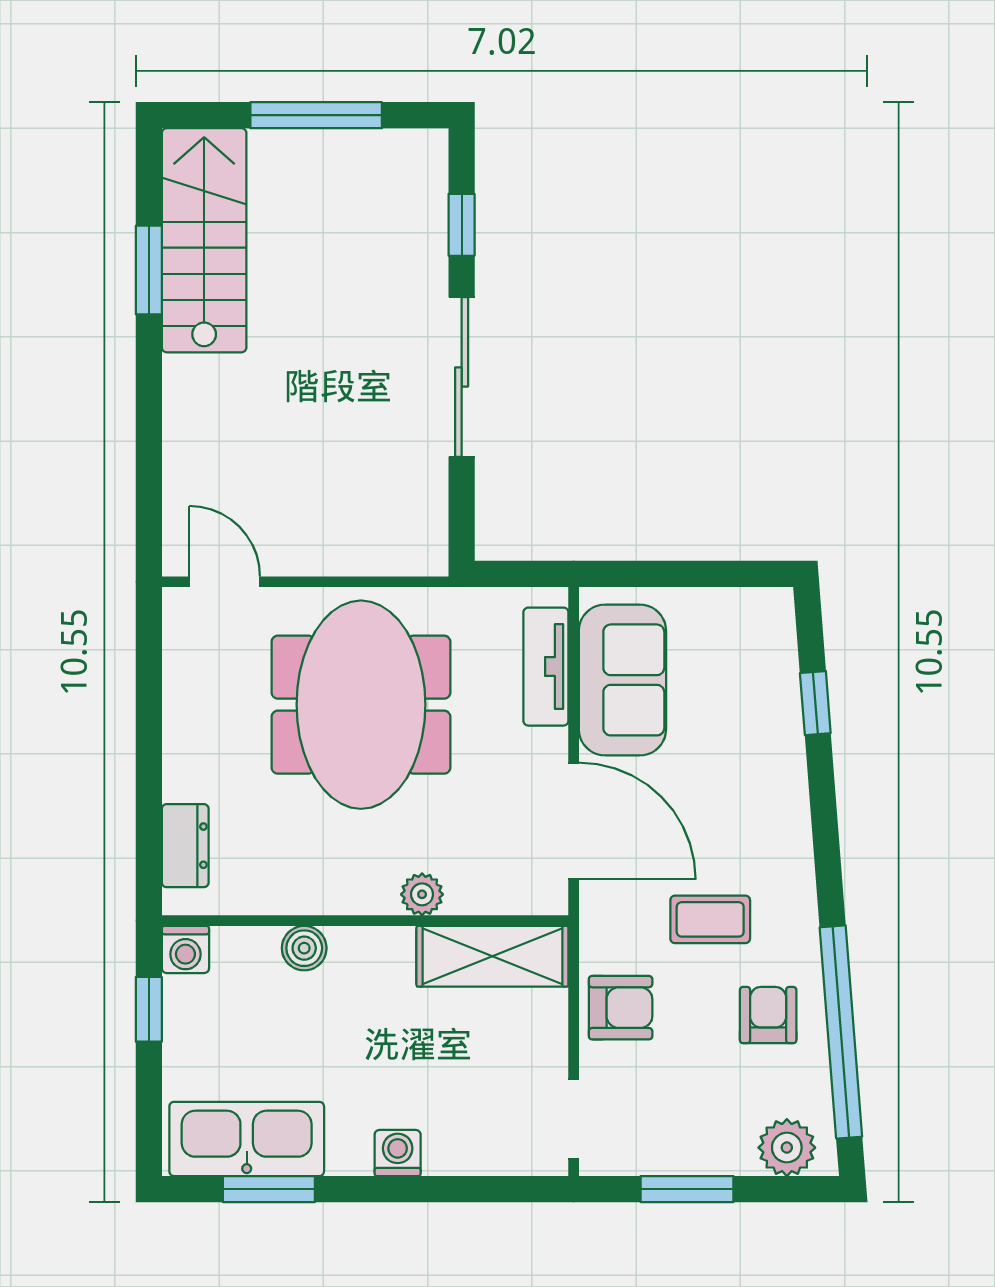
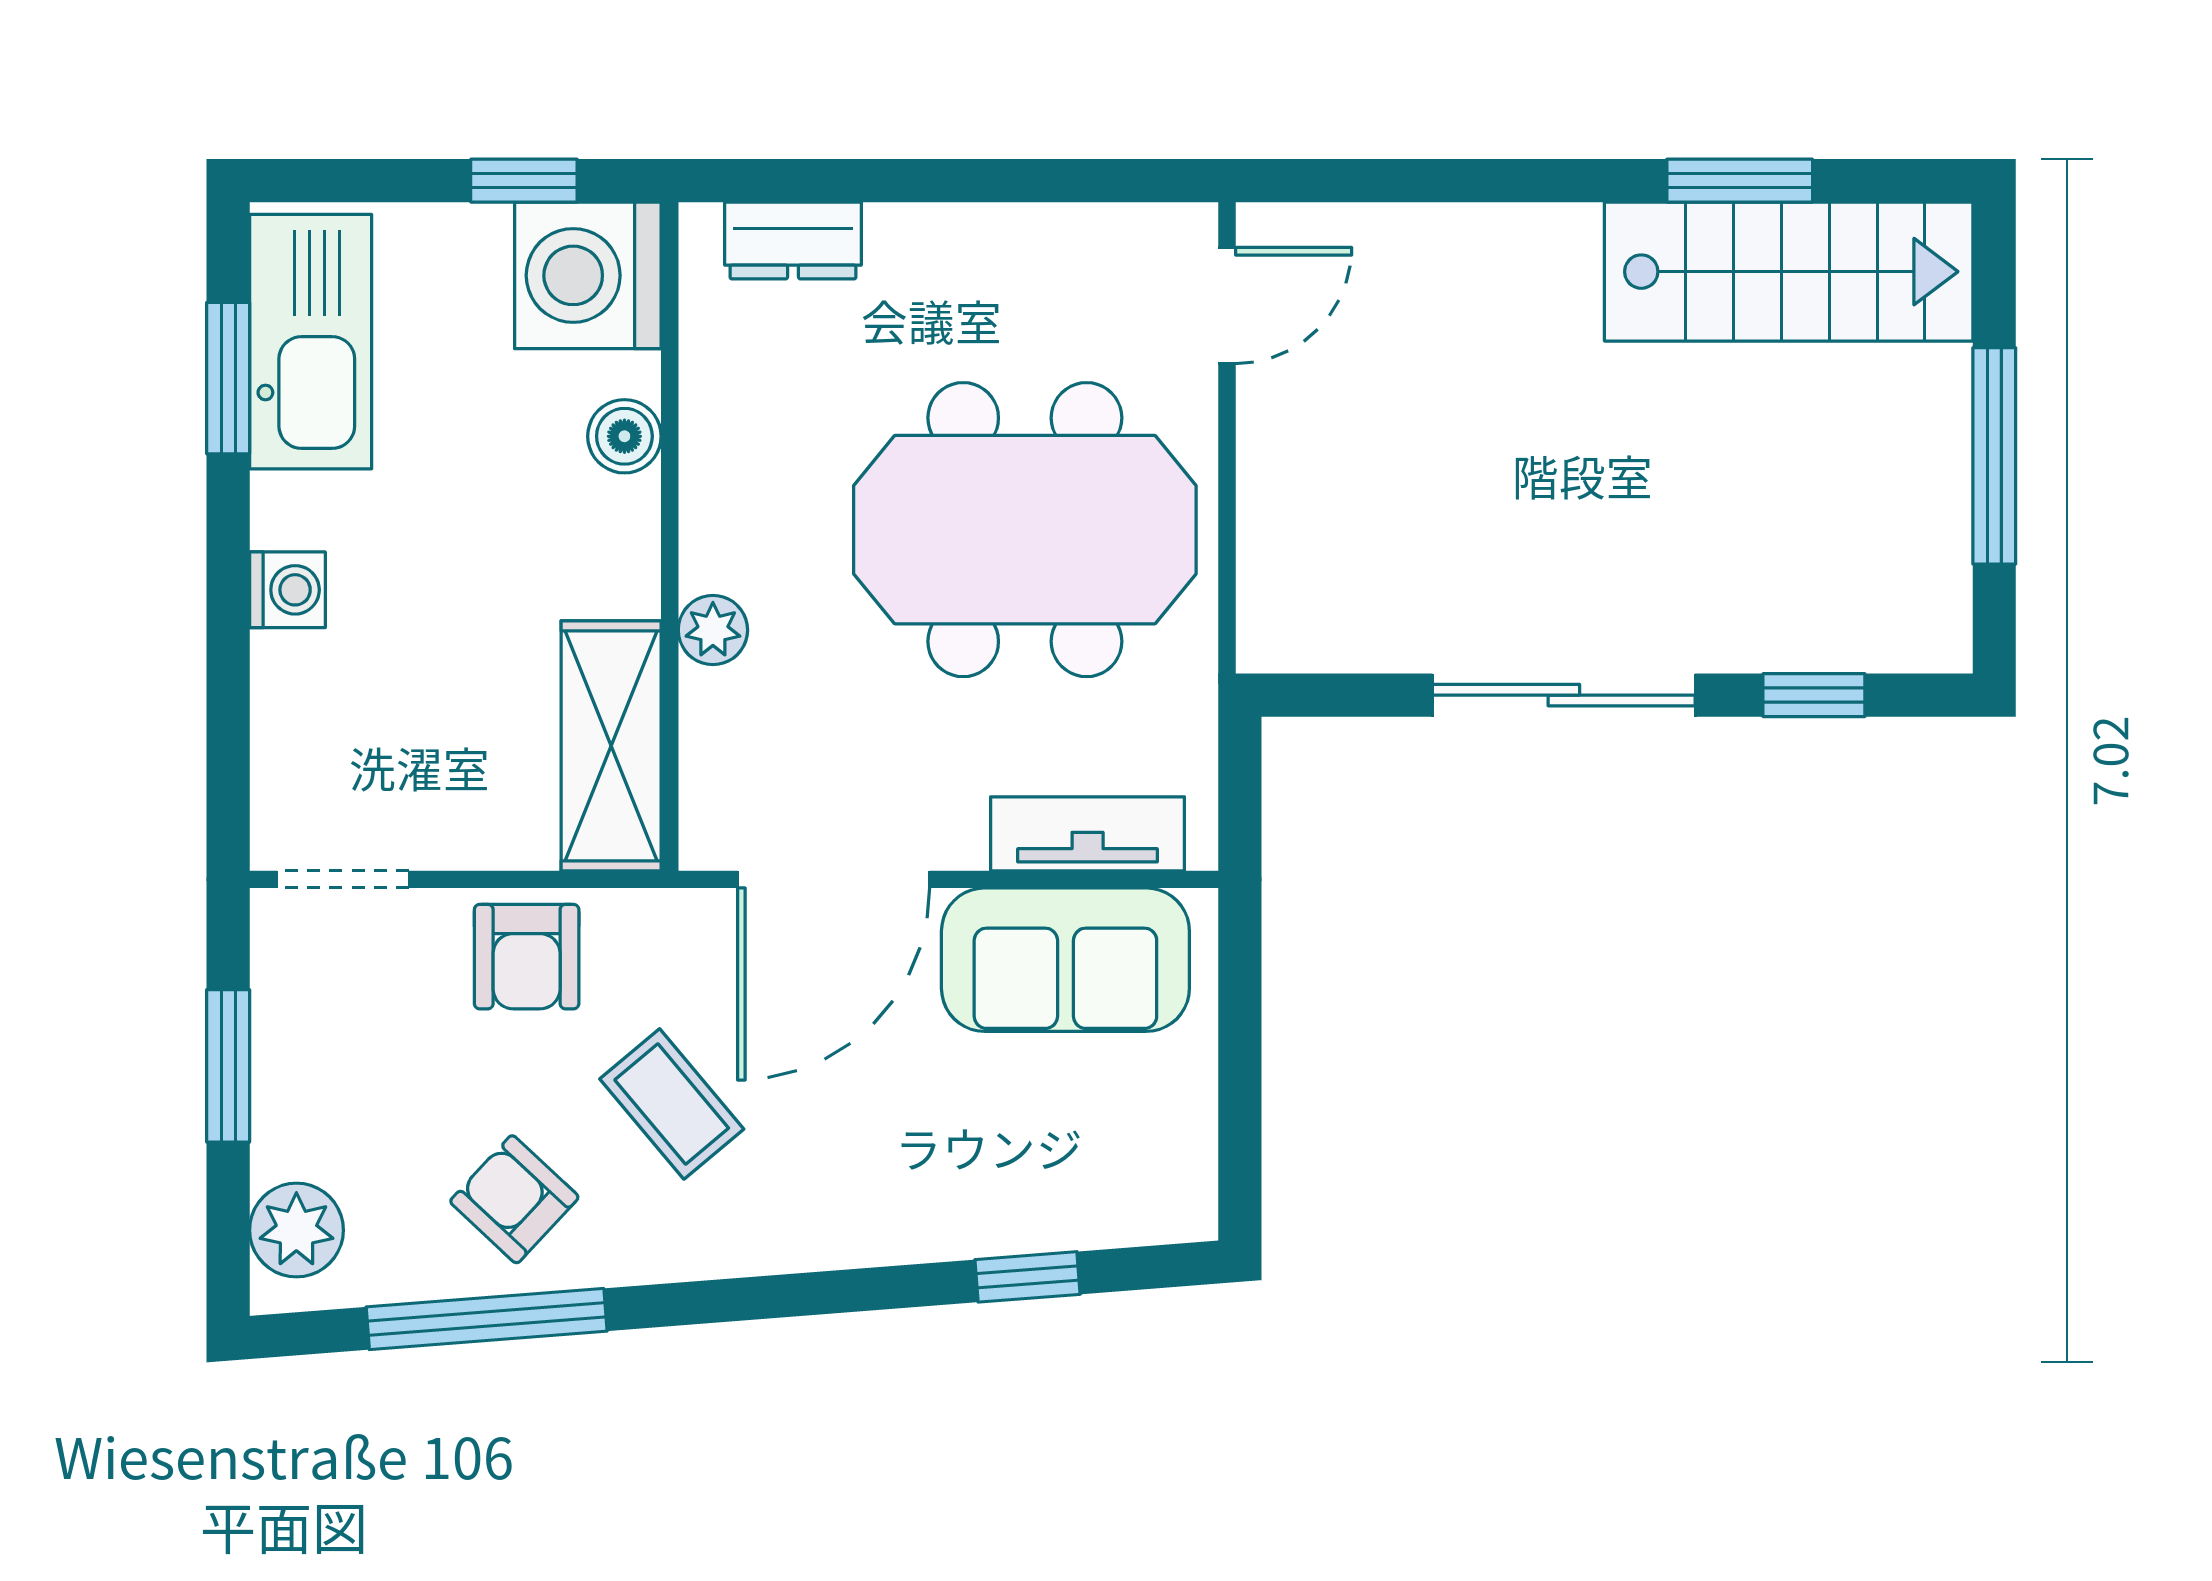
coffee table: (710, 919) -> (672, 1104), turned -40
washing machine: (185, 949) -> (588, 275), width x1.89, depth x1.89
armchair: (768, 1015) -> (514, 1199), turned -137
window: (841, 1032) -> (487, 1319), width x0.68

